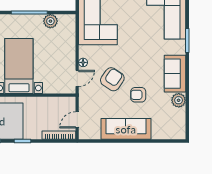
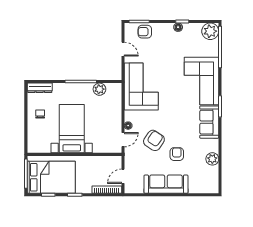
sofa: (175, 74) -> (209, 122), moved
armchair: (138, 95) -> (177, 154), turned 90

